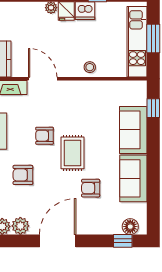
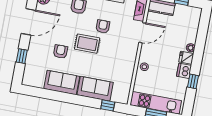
floor lamp: (130, 227) -> (29, 74), removed
door: (58, 241) -> (28, 22), hinge flipped
window: (123, 241) -> (22, 56), moved

